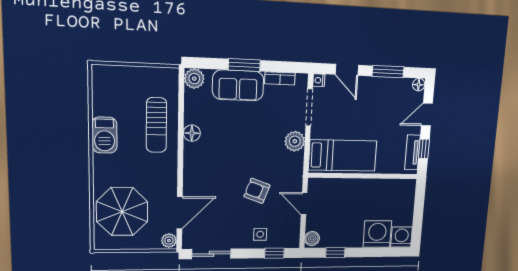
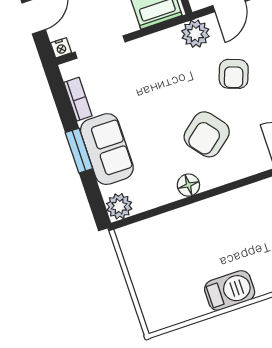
sun lounger: (156, 125) -> (194, 232), removed
plant: (295, 141) -> (195, 34), moved
armchair: (223, 158) -> (207, 134), added

